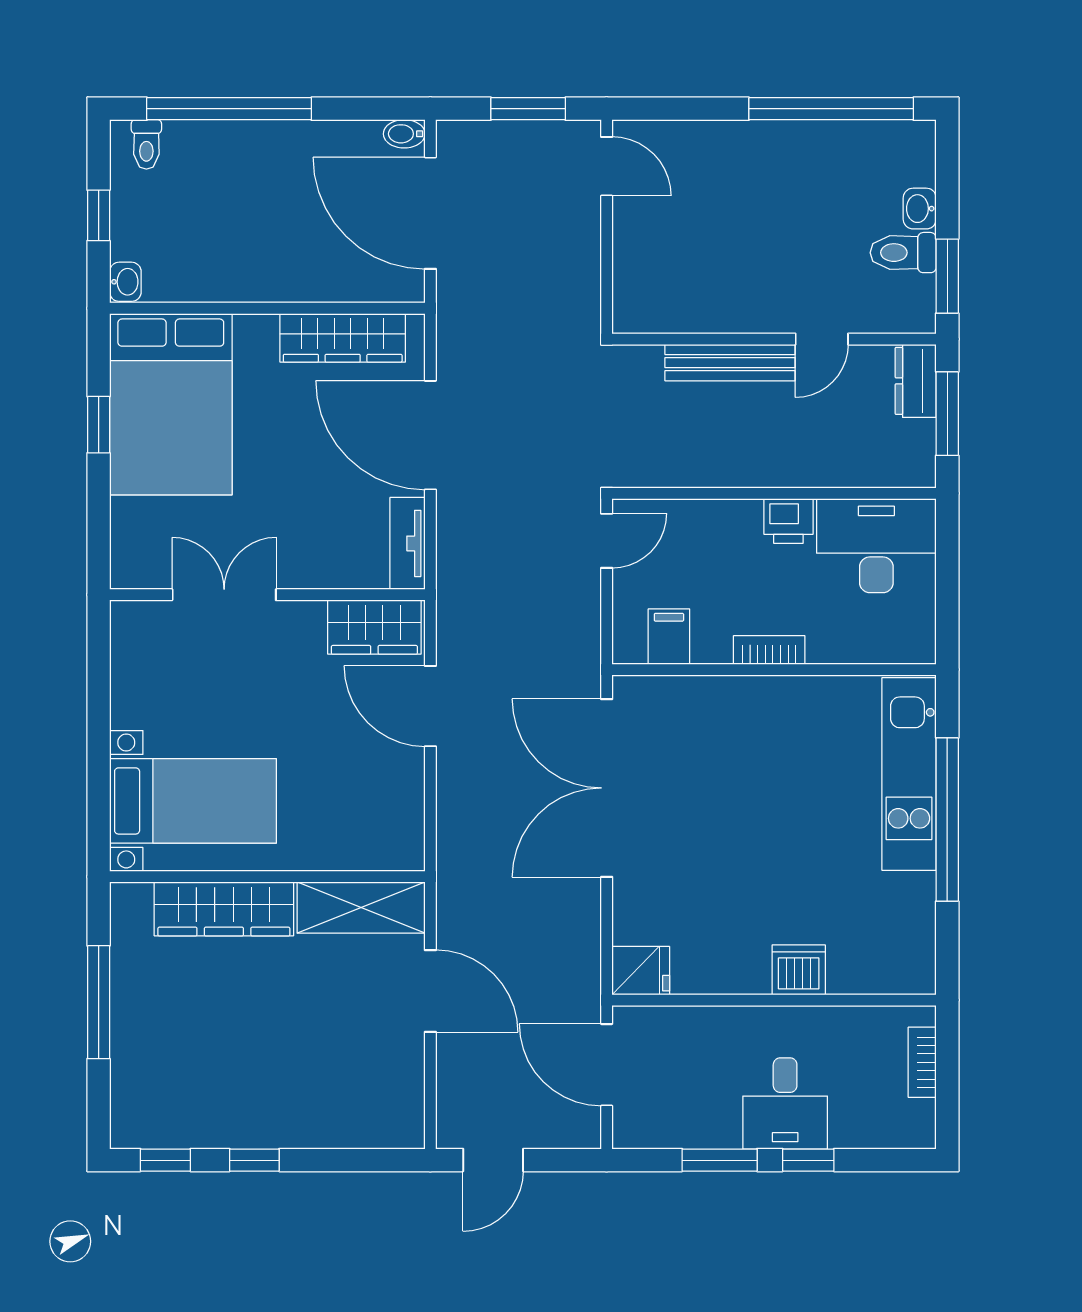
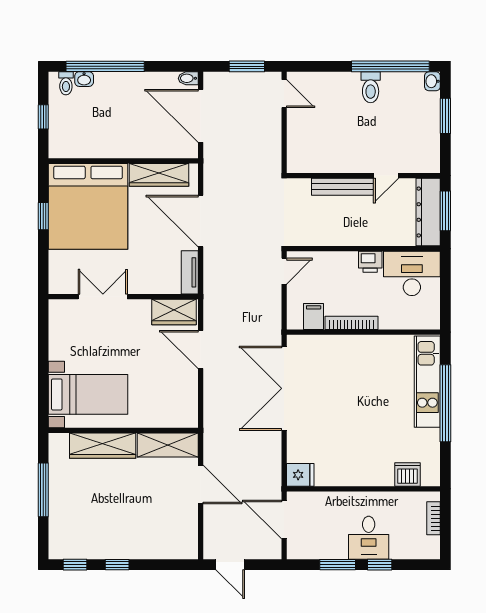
washbasin: (920, 209) -> (432, 81), moved
toilet: (903, 253) -> (371, 87), moved, turned -90
window: (947, 276) -> (445, 116), moved
washbasin: (125, 282) -> (84, 79), moved, turned 90
dresser: (916, 381) -> (428, 212), width x1.96, depth x1.24
bed: (171, 404) -> (88, 206), width x1.36
bookcase: (769, 650) -> (352, 323), width x1.56
dishwasher: (799, 970) -> (408, 474), moved
door: (493, 1160) -> (230, 565), hinge flipped

